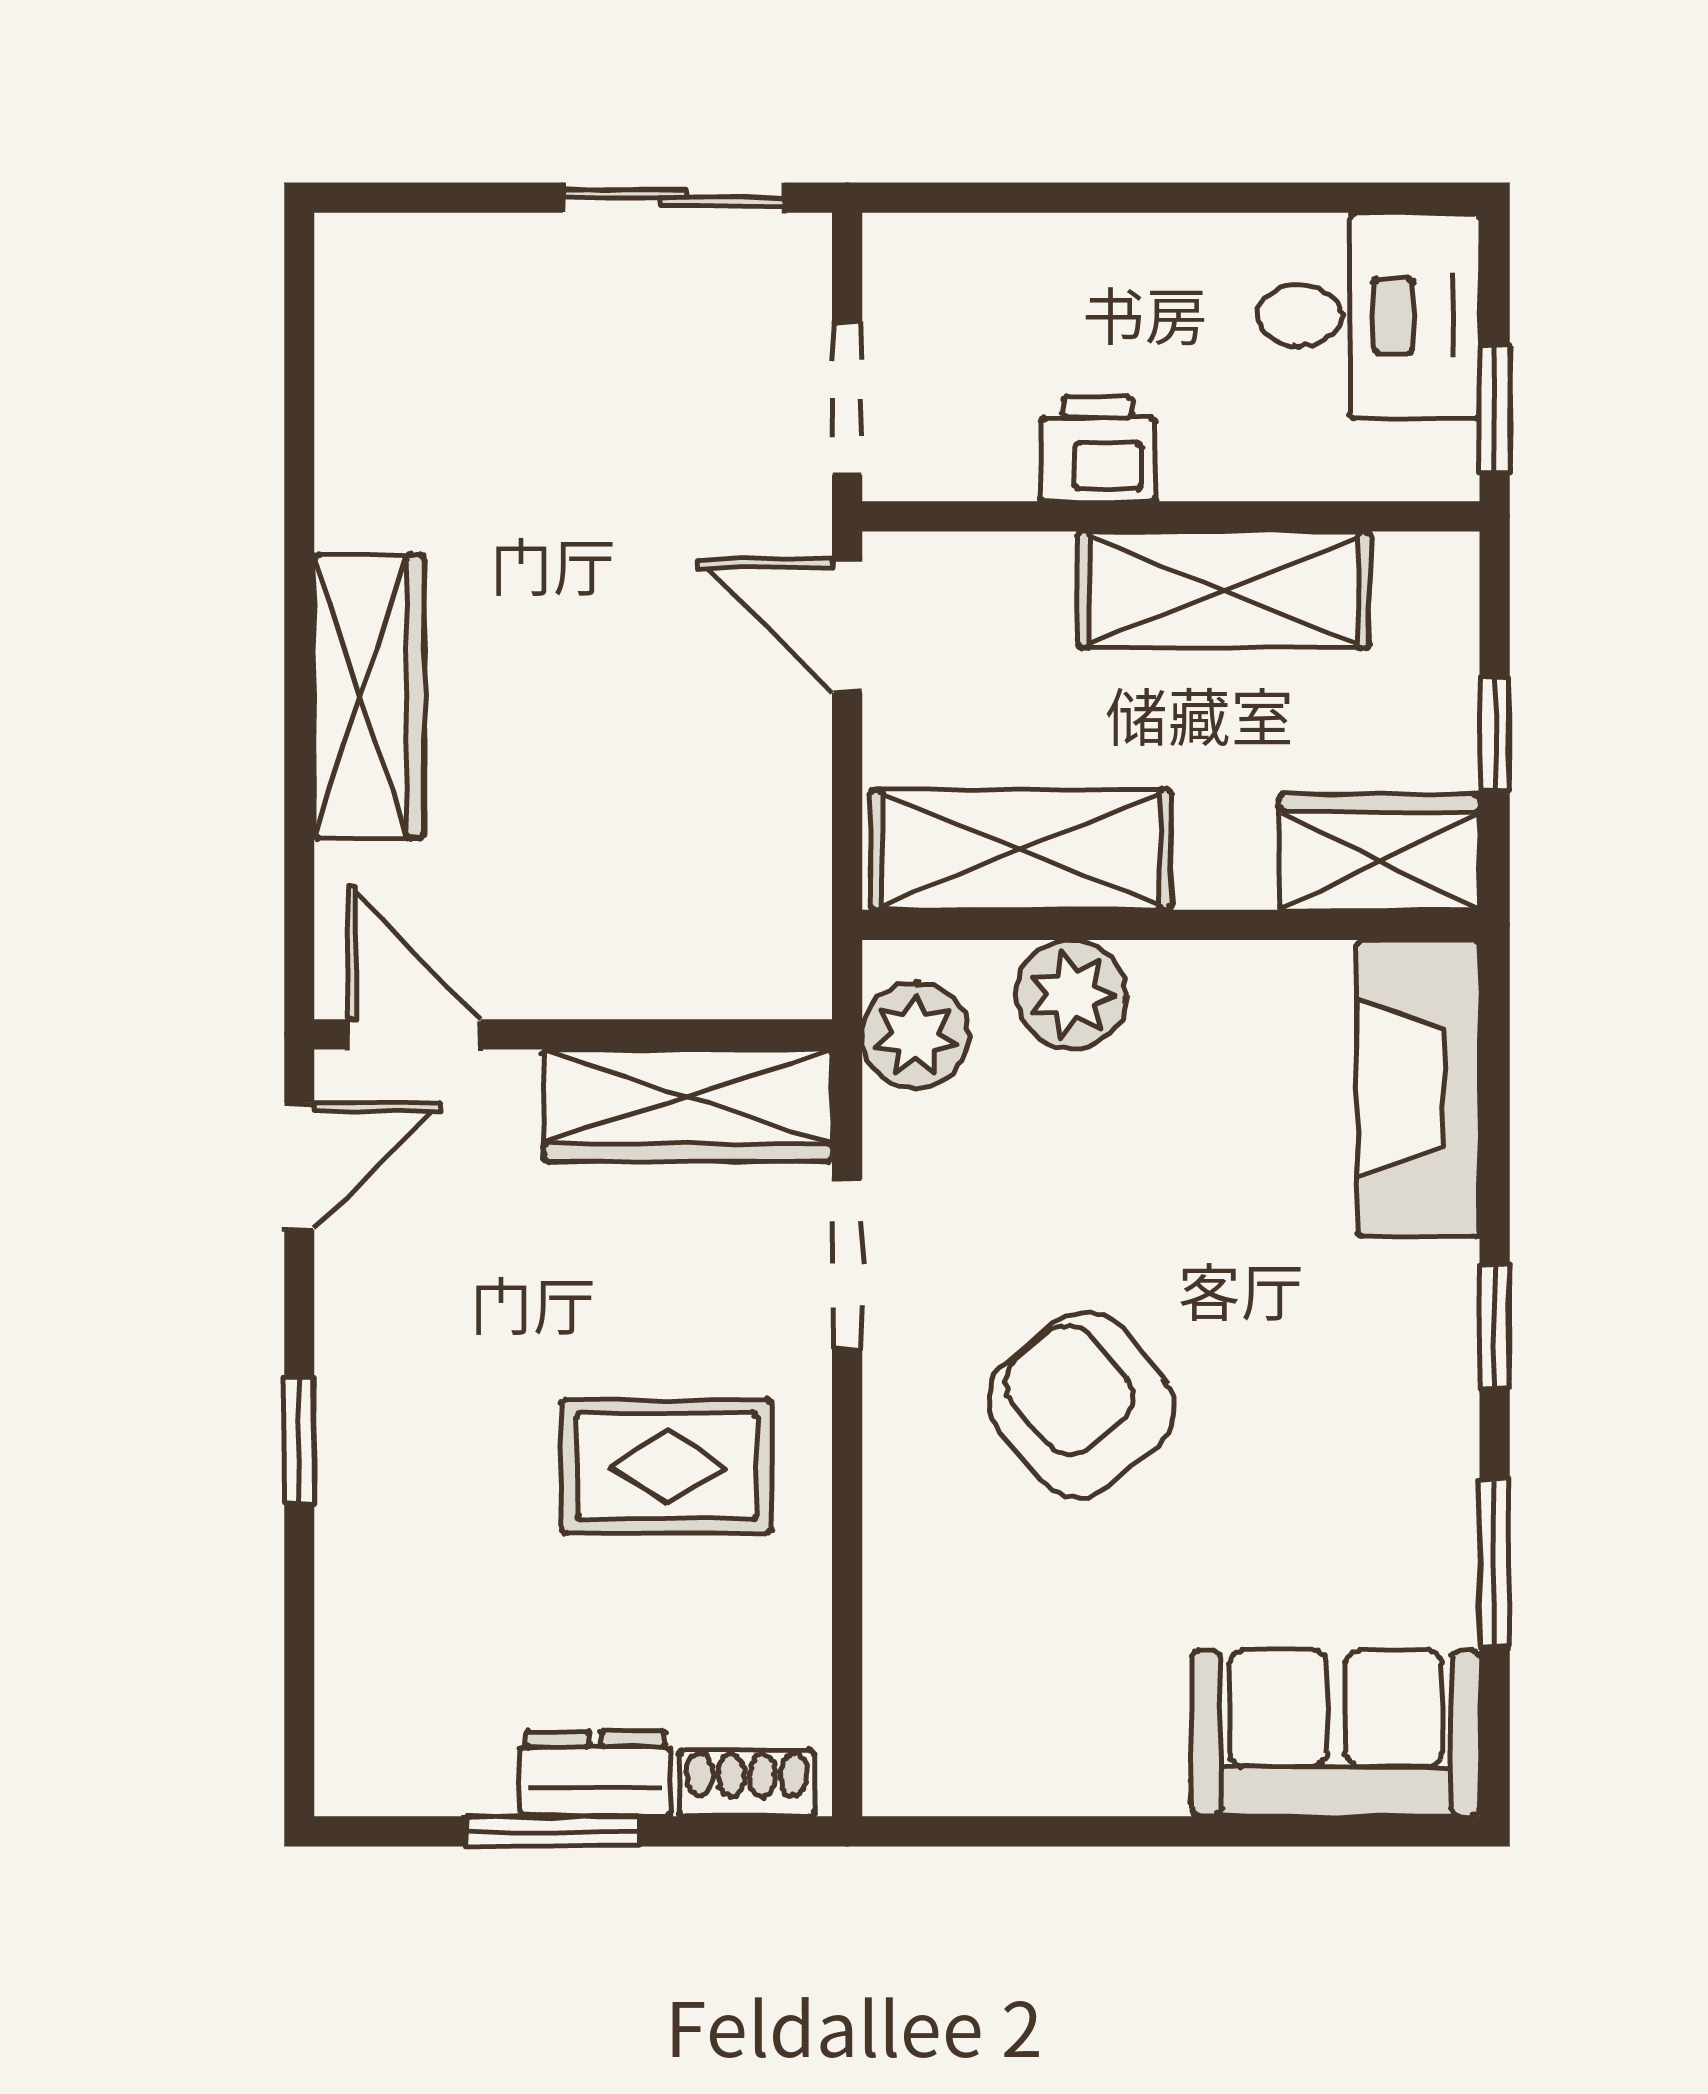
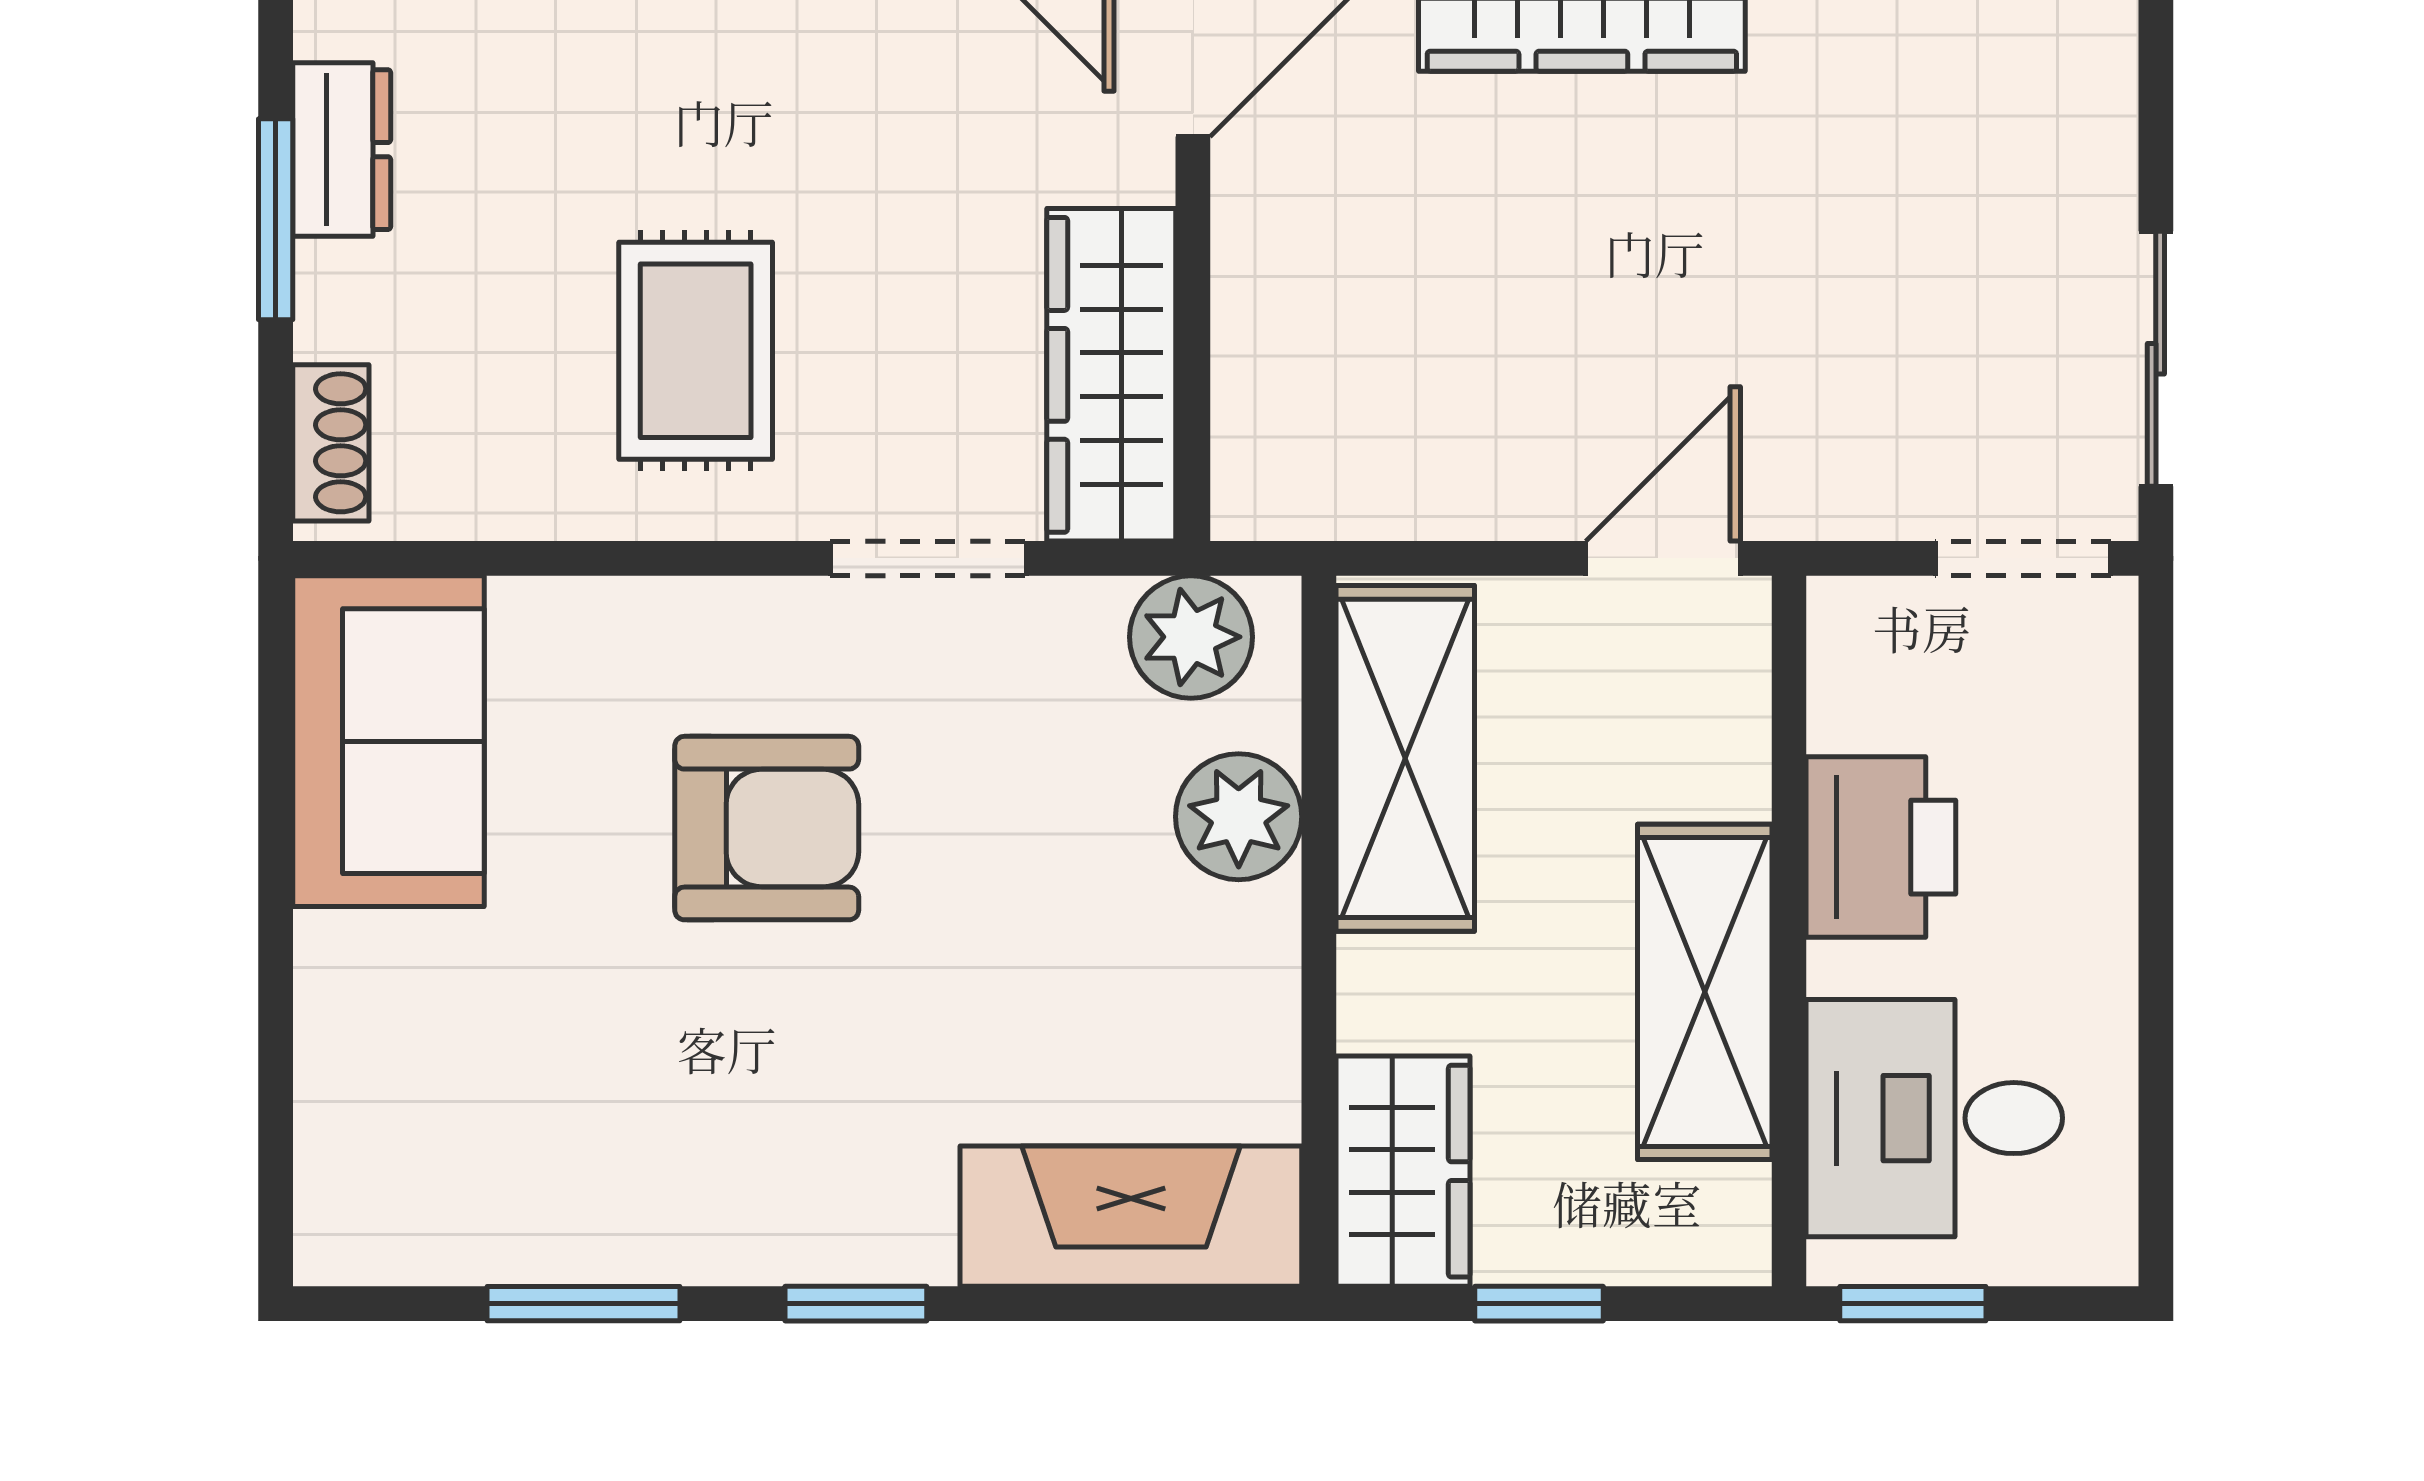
desk: (1368, 316) -> (1934, 1118), moved, turned 90
doorway: (847, 399) -> (2023, 558), moved
printer: (1098, 449) -> (1881, 847), width x1.36, depth x1.24
armchair: (1081, 1405) -> (767, 828), turned 40
sofa: (1336, 1733) -> (389, 741), moved
dresser: (595, 1774) -> (342, 150), moved

